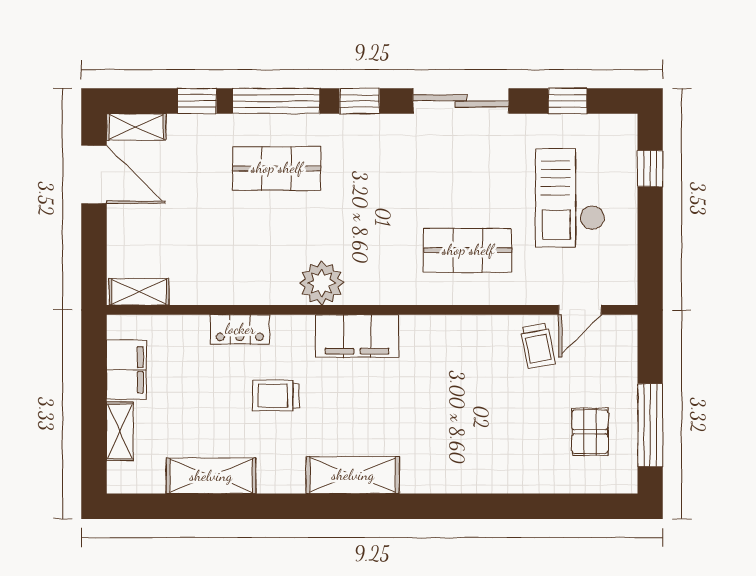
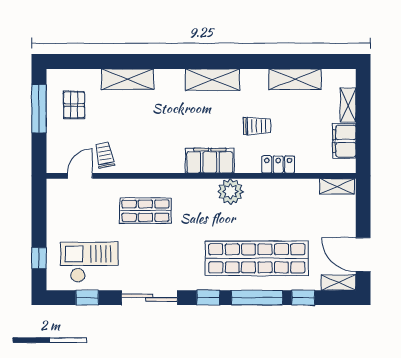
shop shelf: (277, 168) -> (257, 258), width x2.00, depth x1.36
checkout: (570, 198) -> (89, 262), moved, turned -90
shelving: (498, 476) -> (128, 79), added

